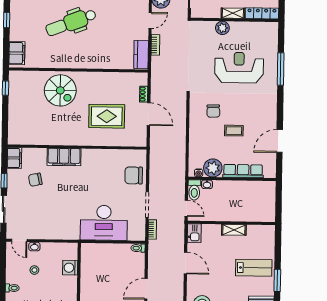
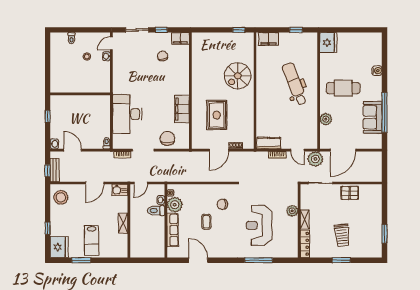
reception desk: (239, 68) -> (259, 225), turned 180
filing cabinet: (64, 157) -> (182, 109), moved
toilet: (194, 190) -> (156, 211), moved
washing machine: (70, 268) -> (89, 86), removed

